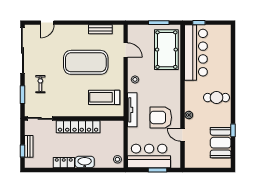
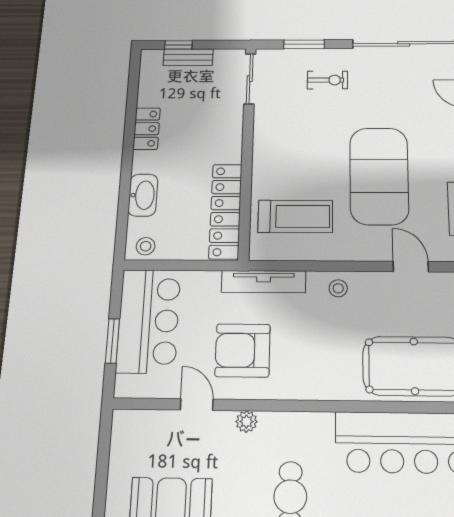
door: (126, 50) -> (411, 267), swing flipped
treadmill: (104, 97) -> (295, 216), turned 90
armchair: (161, 117) -> (243, 350), turned -90
locker: (78, 127) -> (226, 211), moved
door: (182, 135) -> (197, 405), hinge flipped
washbasin: (85, 162) -> (143, 195), moved

